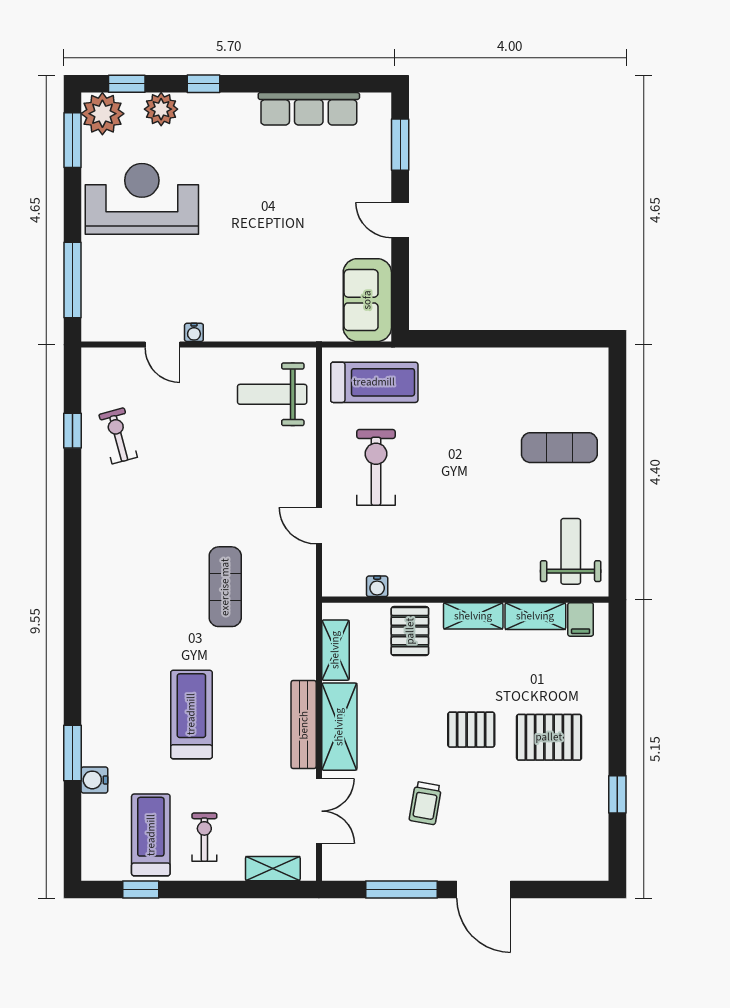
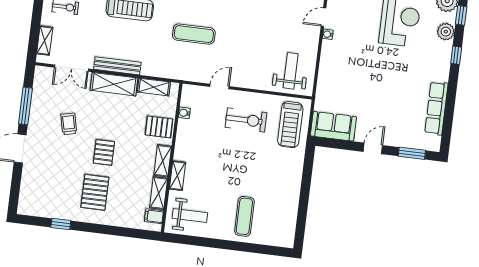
shelving: (498, 584) -> (177, 176), added
trolley: (425, 803) -> (69, 124), turned 67

